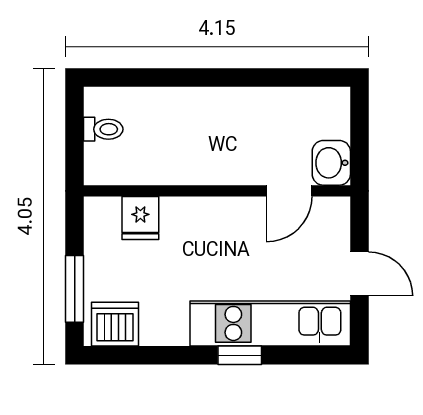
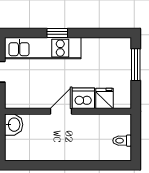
door: (289, 191) -> (61, 111), moved
dishwasher: (115, 324) -> (83, 98), moved, turned 180

